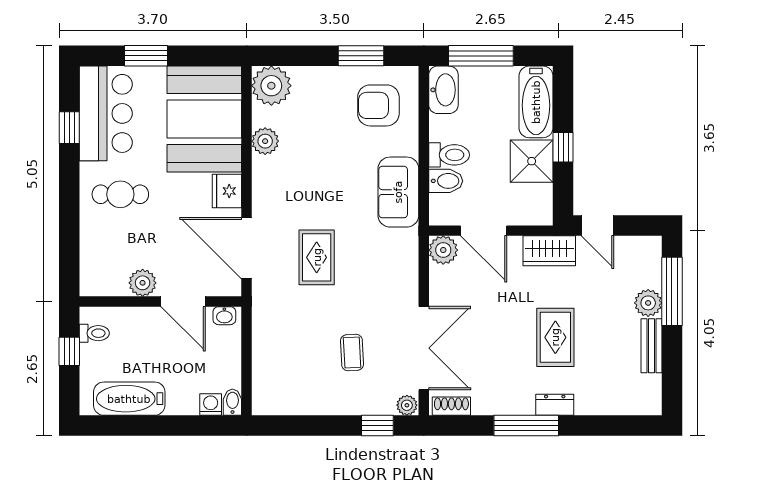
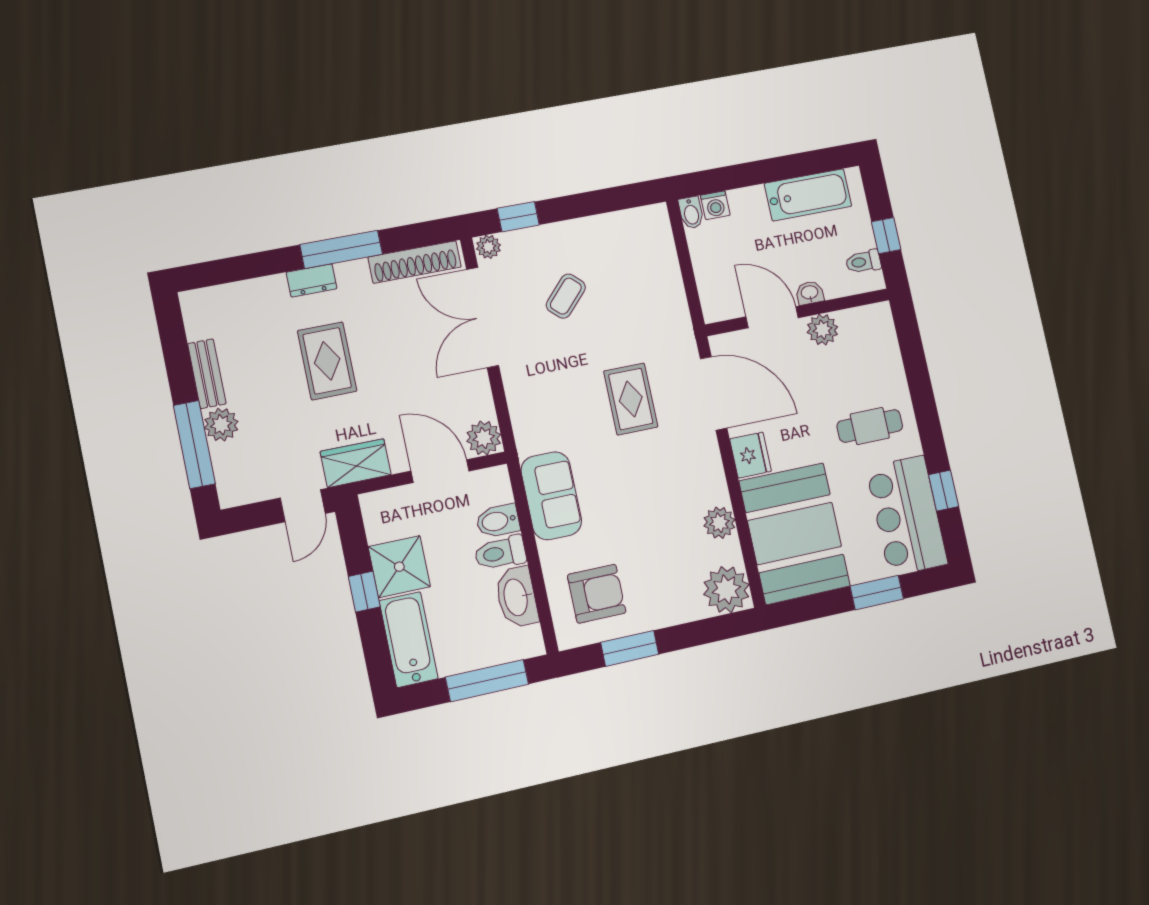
washbasin: (443, 90) -> (517, 597), moved
door: (597, 226) -> (303, 506), swing flipped
washbasin: (224, 316) -> (810, 293), moved
coffee table: (352, 353) -> (566, 296), turned 46
shoe rack: (451, 406) -> (415, 262), width x1.94, depth x1.24

